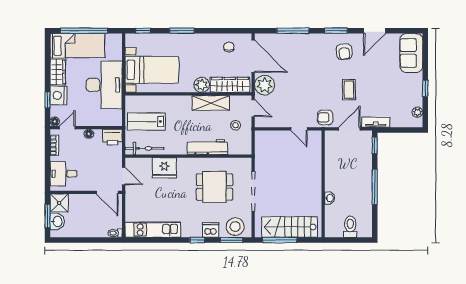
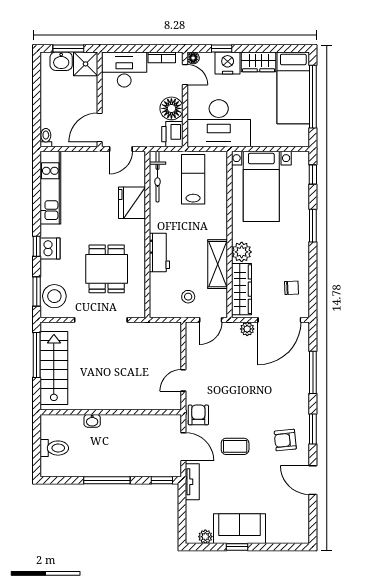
sofa: (411, 53) -> (240, 529), moved
desk: (104, 85) -> (219, 123), moved
plant: (265, 85) -> (247, 329), width x0.53, depth x0.53
floor lamp: (89, 134) -> (171, 108), width x1.89, depth x1.89
workbench: (208, 147) -> (159, 253), width x0.73
desk: (63, 174) -> (124, 70), width x1.37
dishwasher: (211, 230) -> (50, 248), moved

